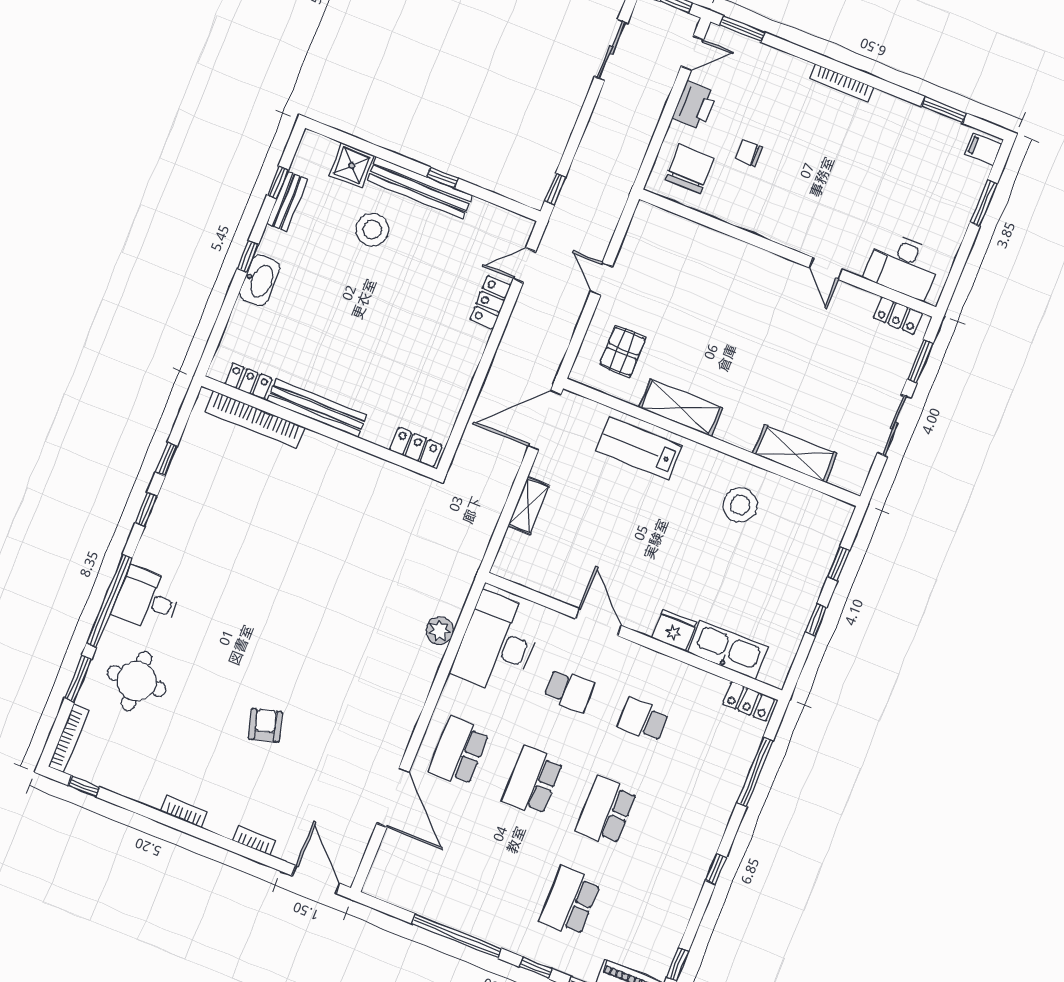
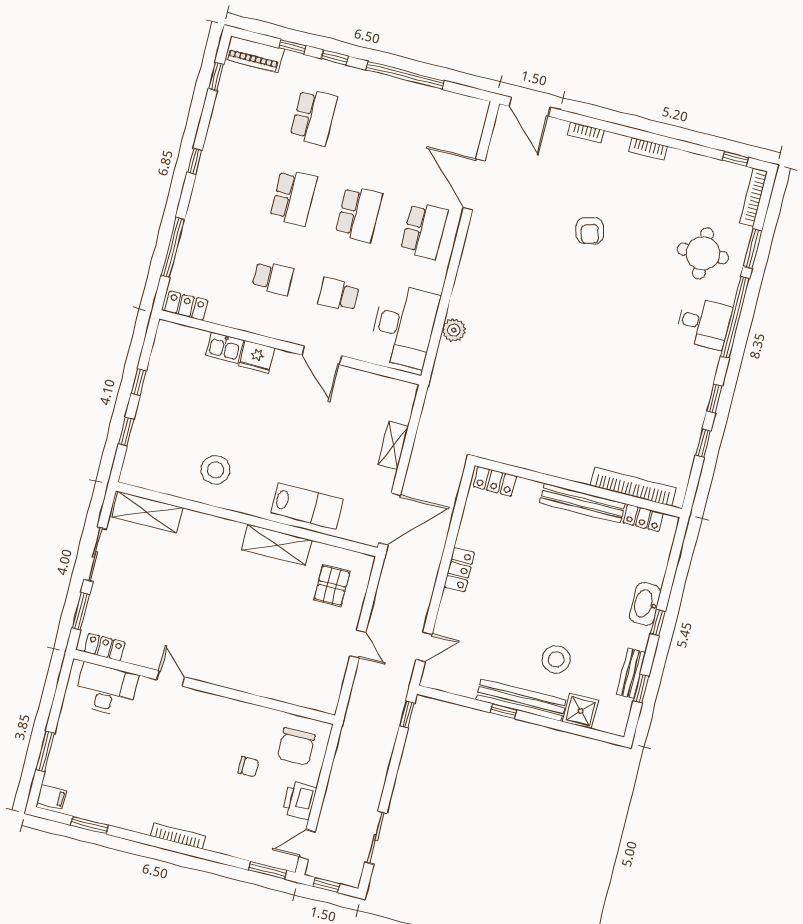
locker: (490, 302) -> (459, 570), moved
shelving: (795, 454) -> (147, 512), moved
kitchen sink: (728, 650) -> (224, 348), width x0.53, depth x0.81

